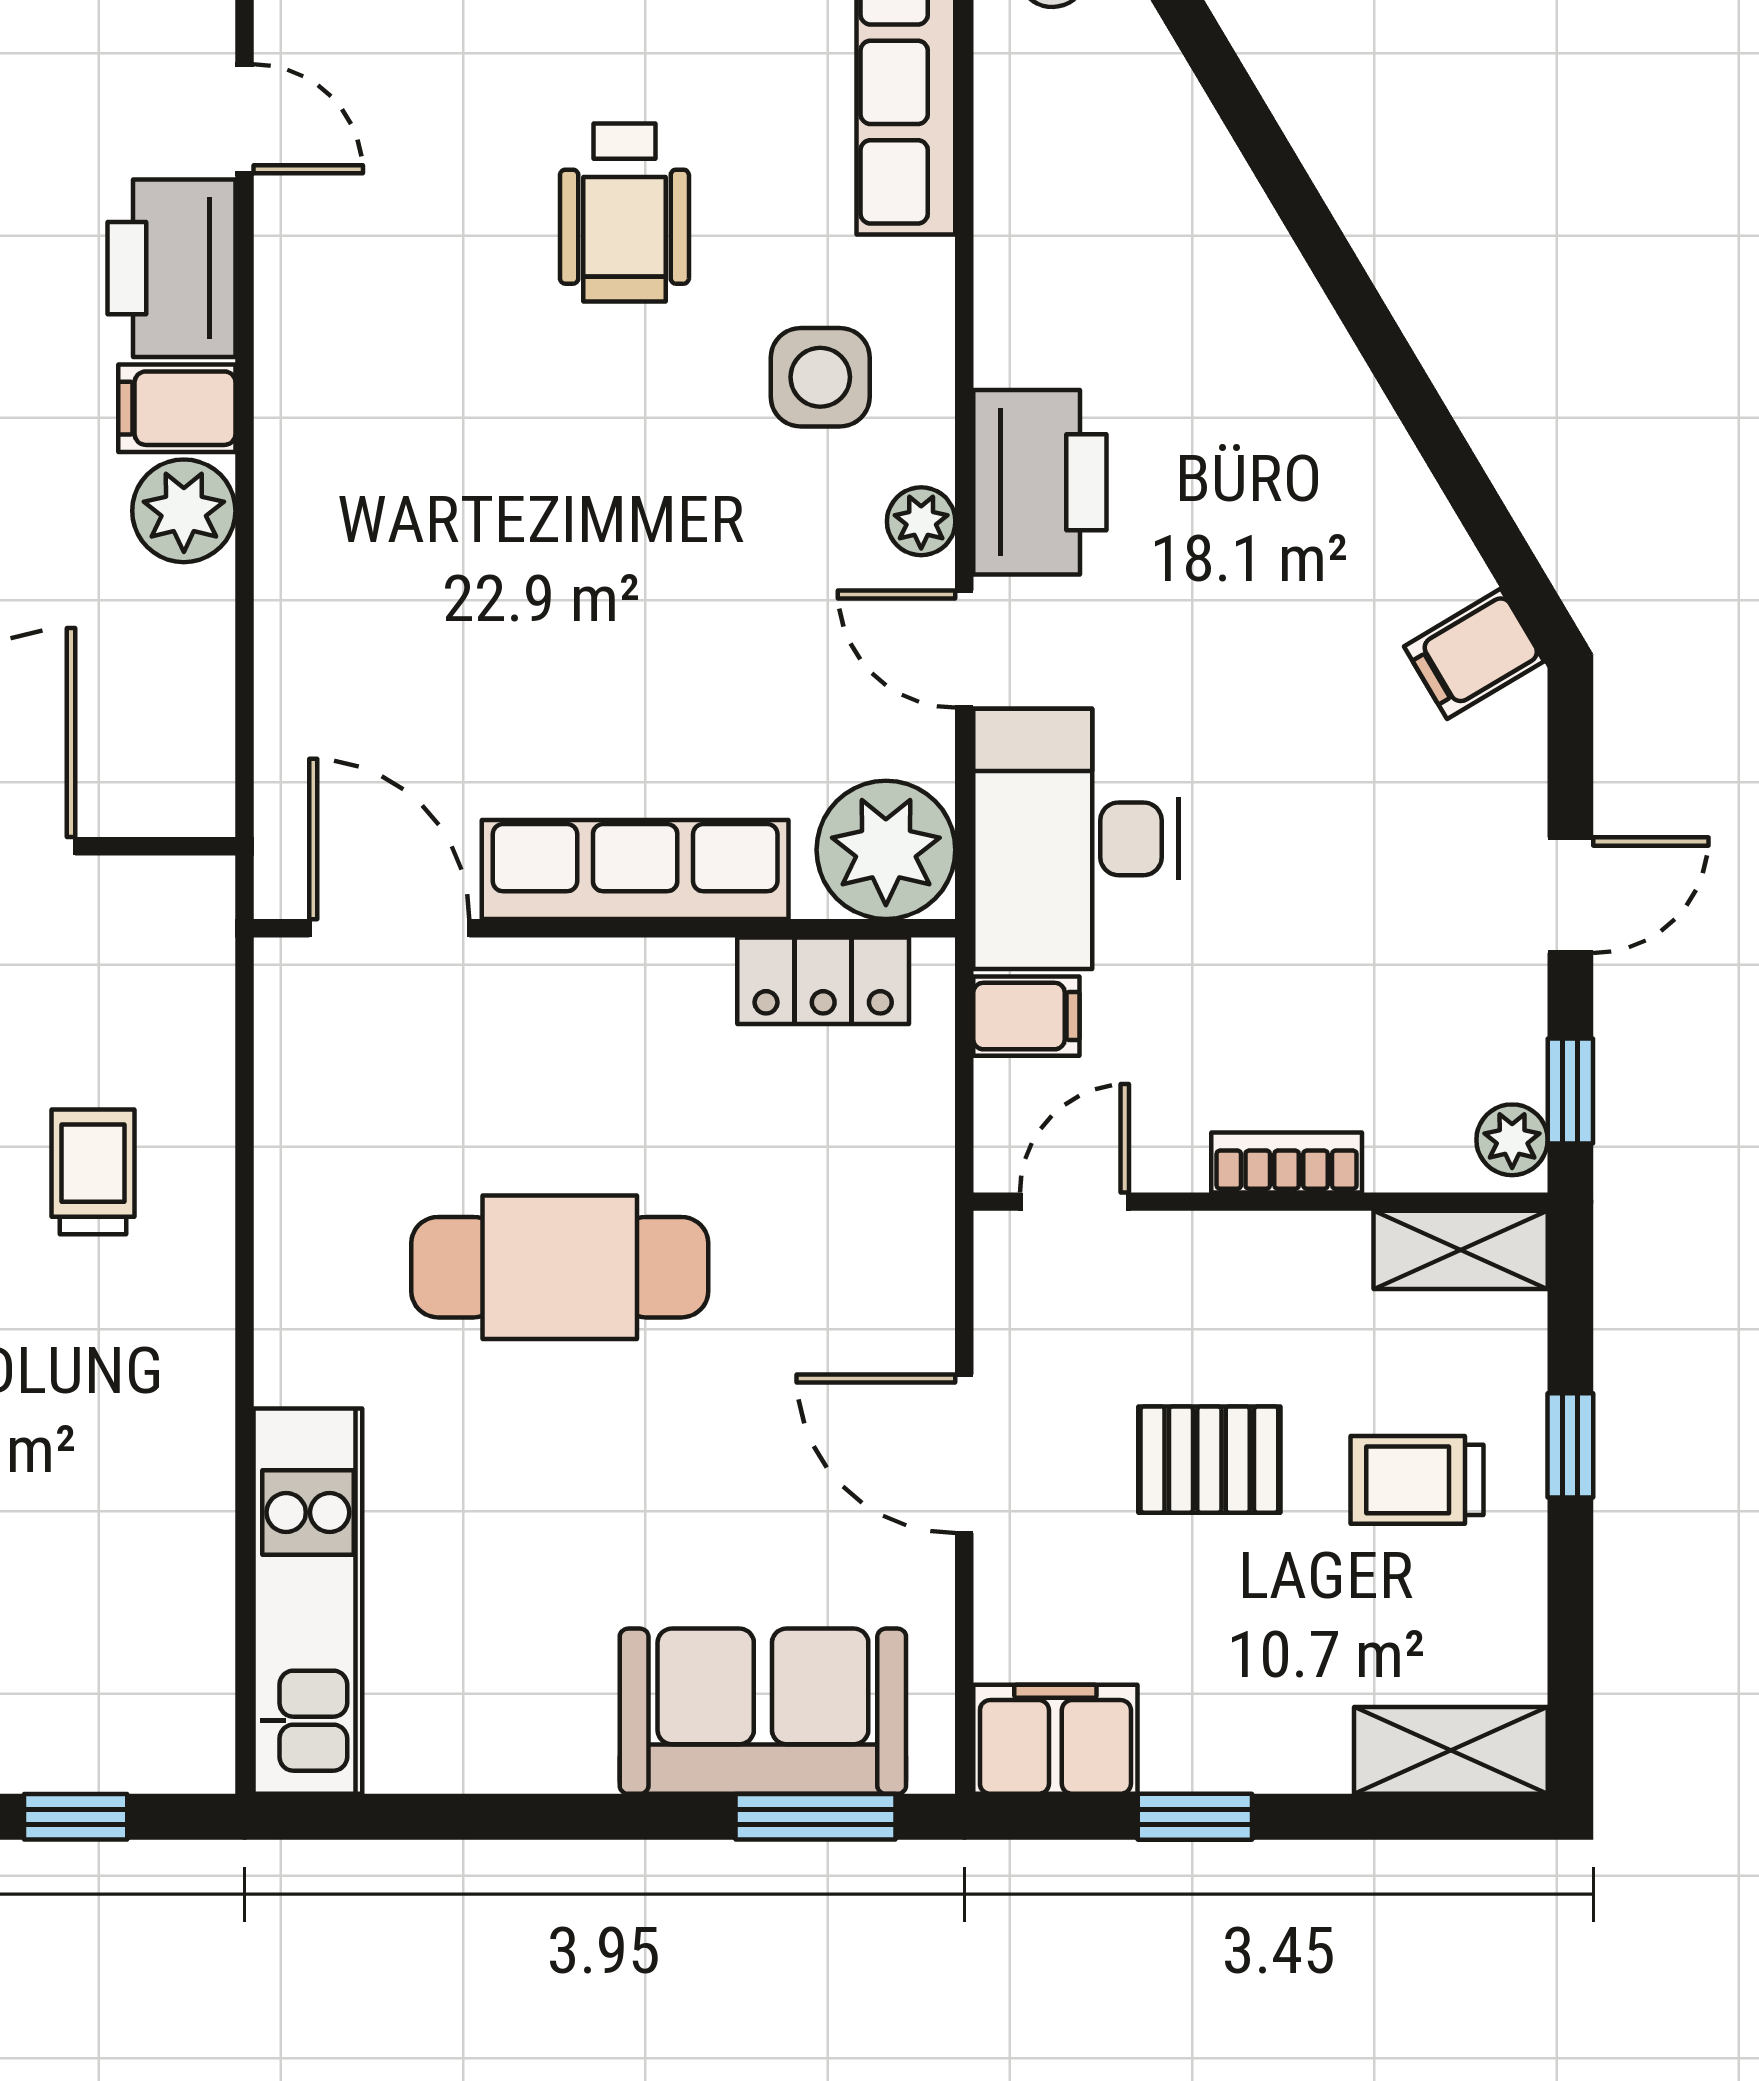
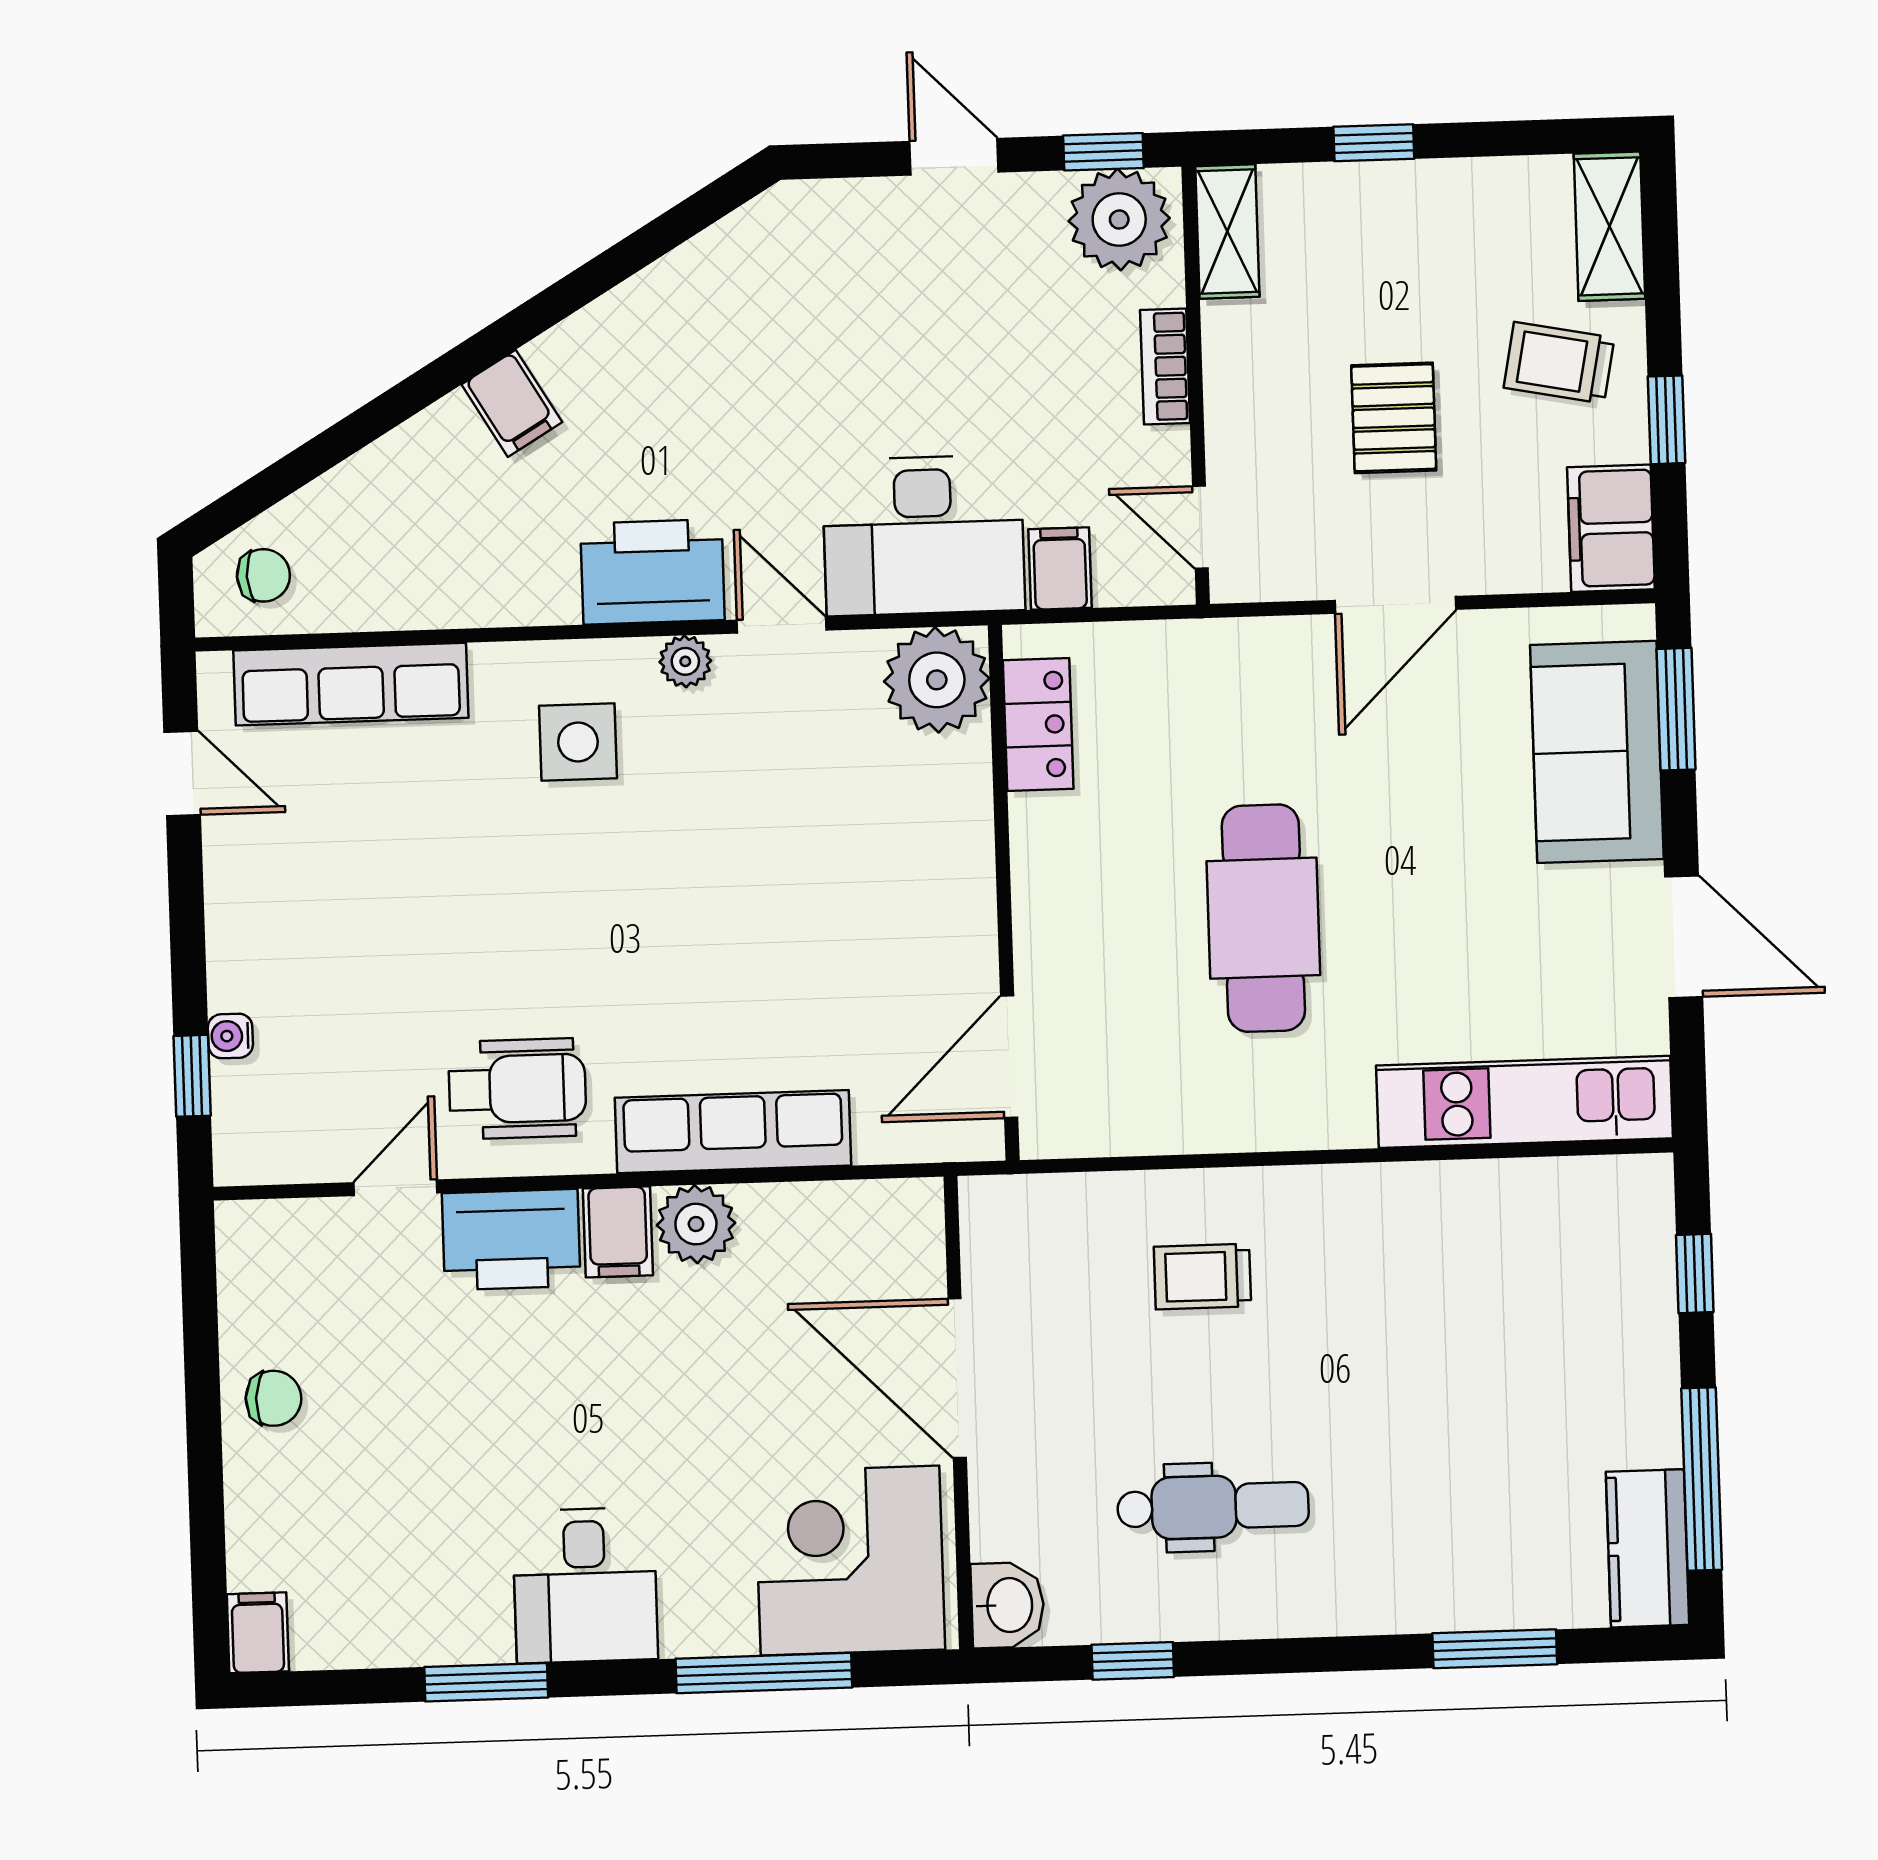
wheelchair: (624, 212) -> (517, 1089), moved
door: (964, 649) -> (782, 625), swing flipped
filing cabinet: (1474, 654) -> (512, 403), moved
row of seats: (635, 870) -> (733, 1132), moved, turned 90
plant: (1512, 1140) -> (1119, 220), width x1.88, depth x1.88
trolley: (1417, 1480) -> (1559, 363), moved, turned 101
door: (517, 1817) -> (1684, 937), added

